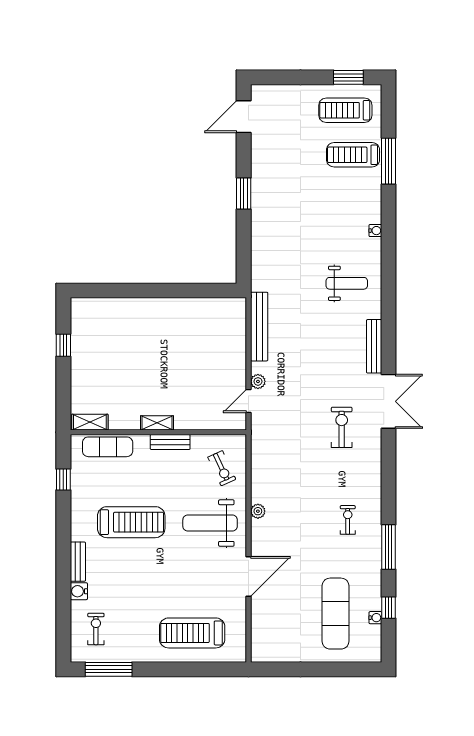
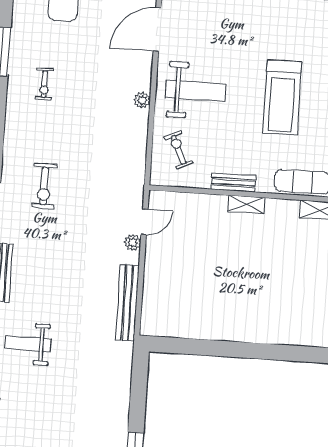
treadmill: (131, 522) -> (282, 97), turned -90

